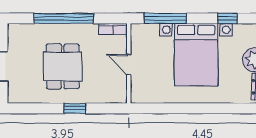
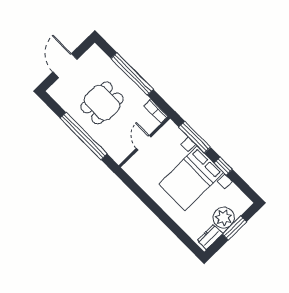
window: (227, 18) -> (223, 166), moved
window: (75, 108) -> (84, 136), width x3.17

